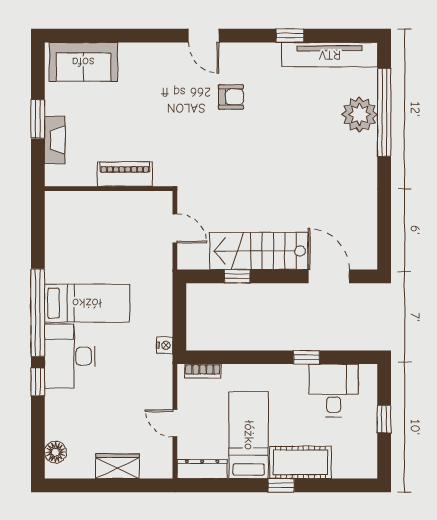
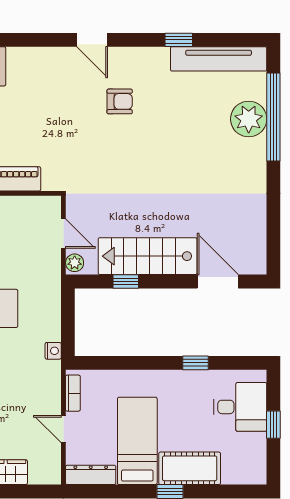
plant: (186, 258) -> (75, 263), added
bookcase: (203, 371) -> (73, 393), moved, turned -90
desk: (334, 390) -> (240, 407), moved, turned 90

